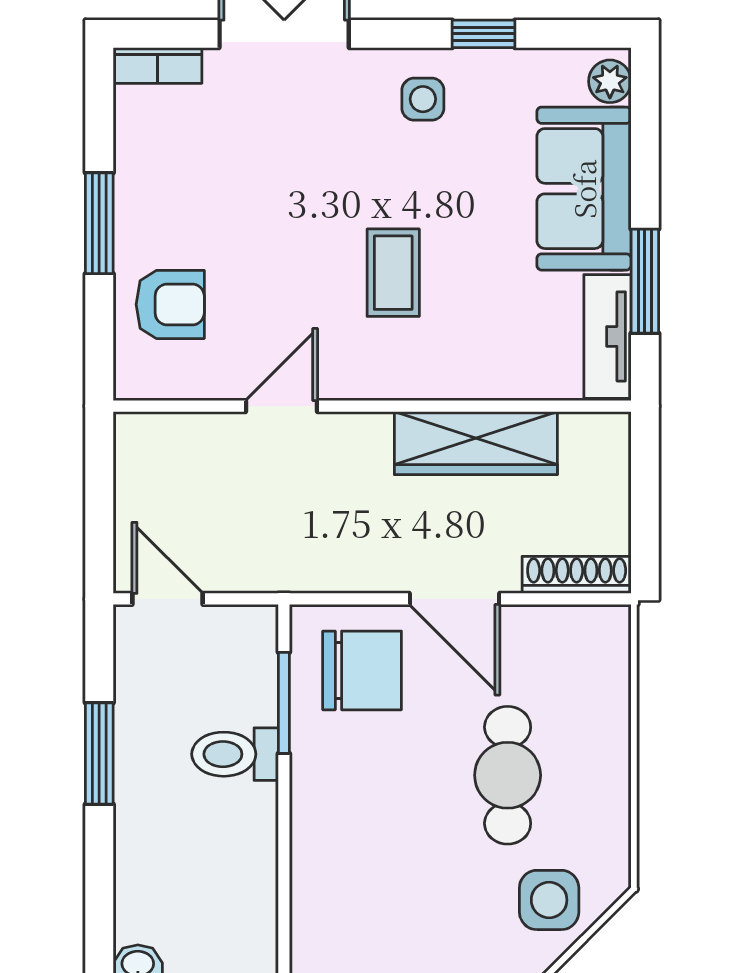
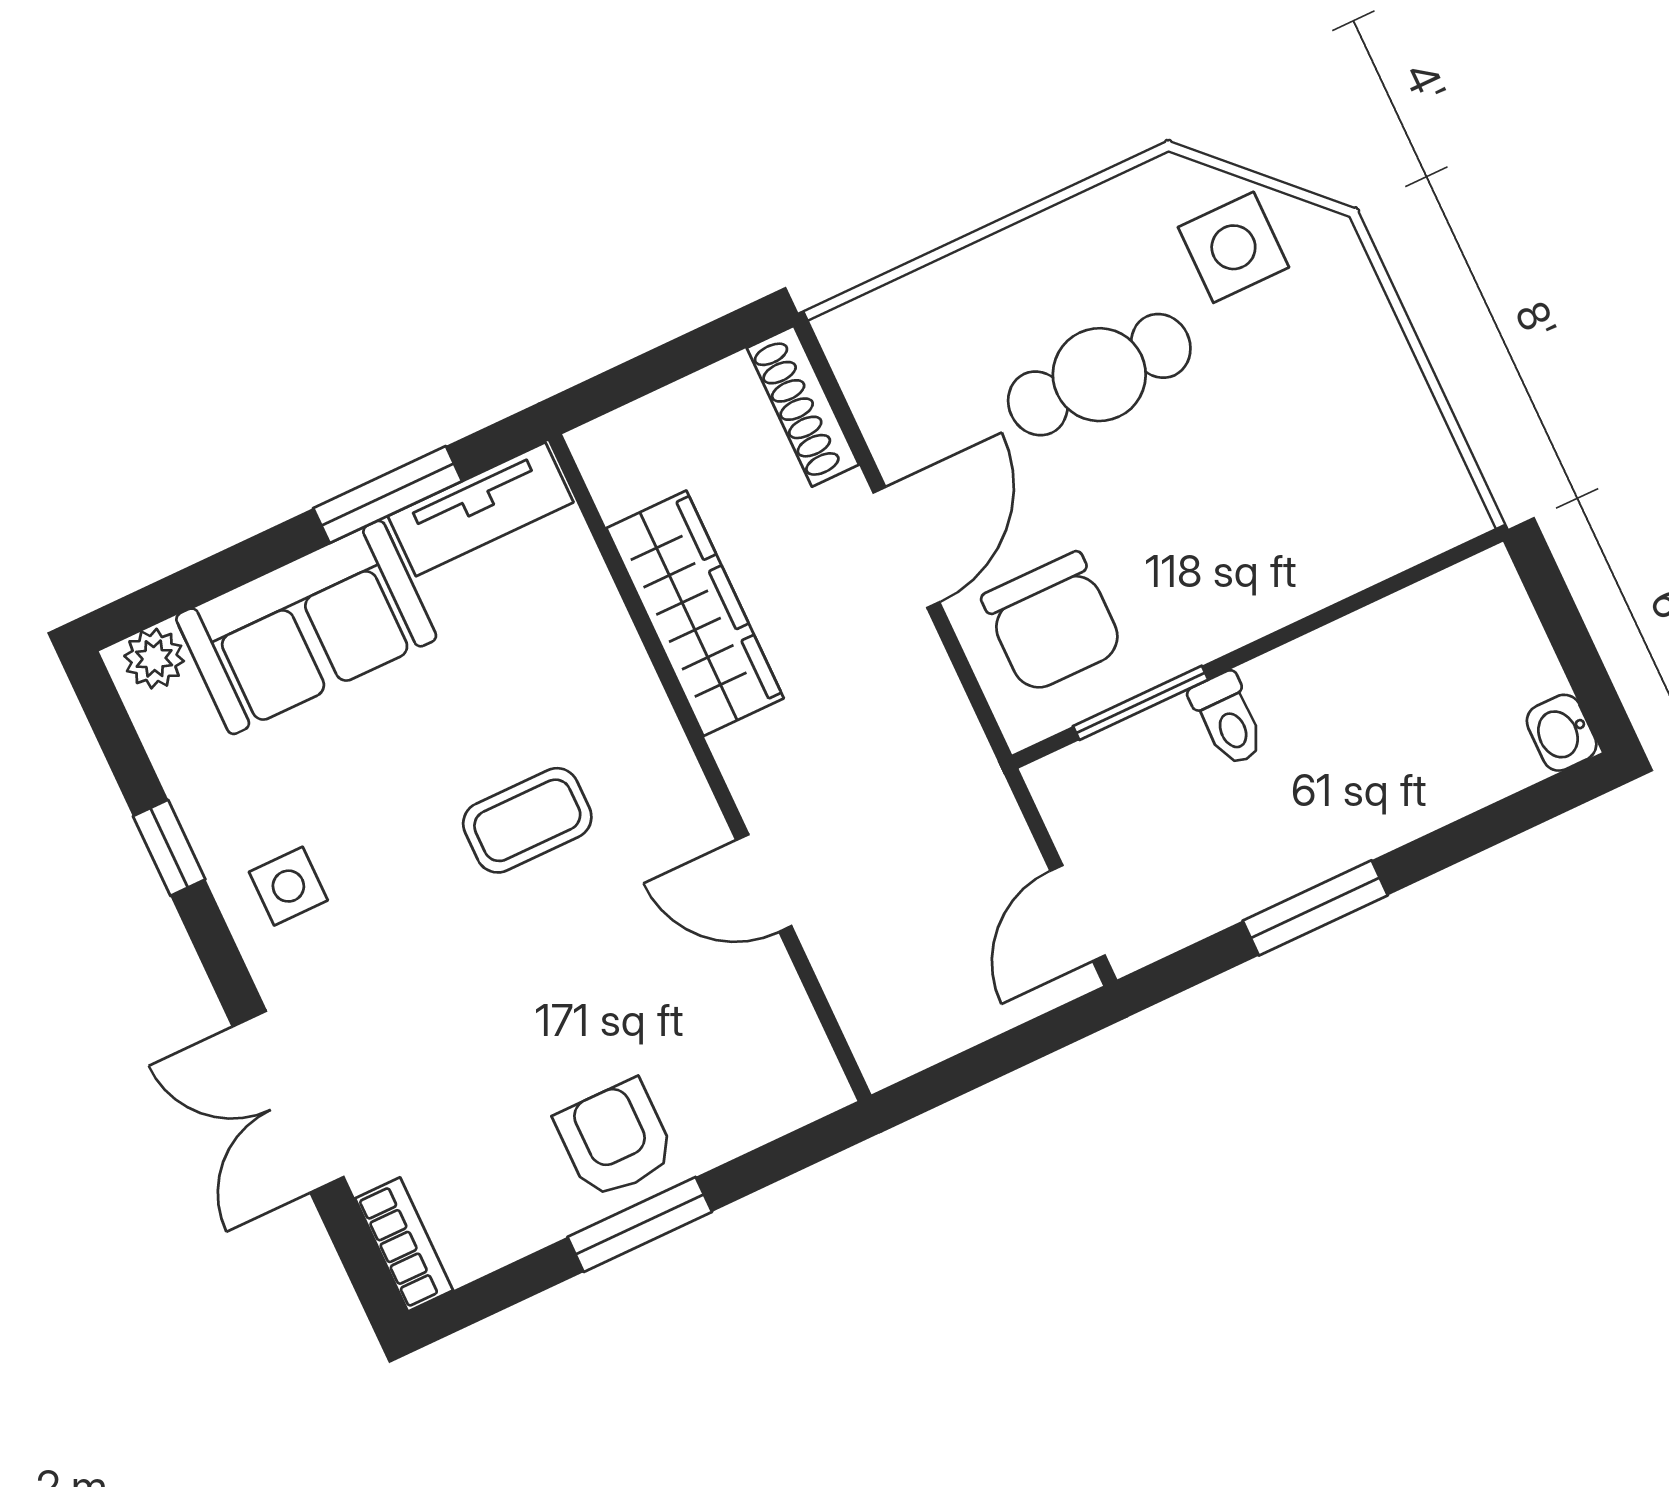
armchair: (170, 304) -> (615, 1139), moved
chair: (362, 670) -> (1053, 623), turned 180
toilet: (235, 754) -> (1228, 719), width x0.73, depth x0.72

